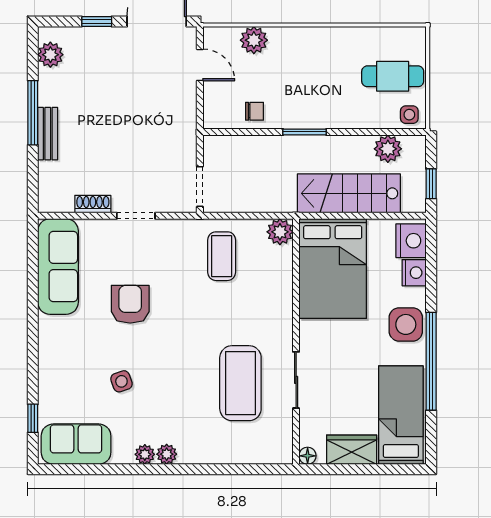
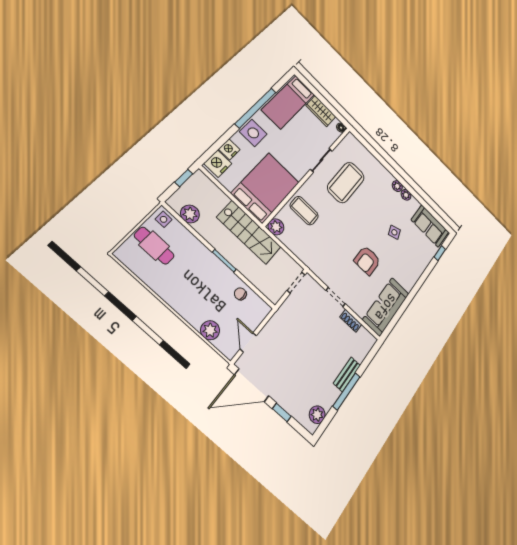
stairs: (349, 193) -> (249, 232), moved
coffee table: (222, 256) -> (304, 211), moved, turned 90

